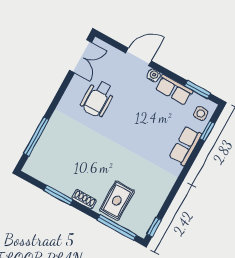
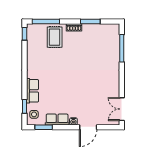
wheelchair: (98, 98) -> (98, 90), removed

